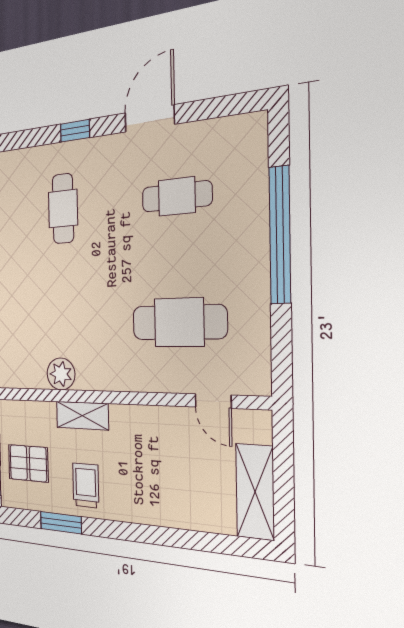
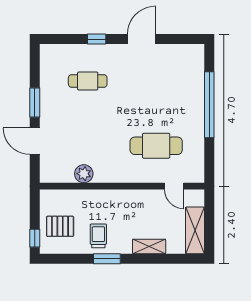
cafe table: (177, 196) -> (156, 81), removed
cafe table: (63, 209) -> (88, 81), turned 90
shelving: (82, 416) -> (149, 246), moved
window: (61, 523) -> (107, 259), moved

